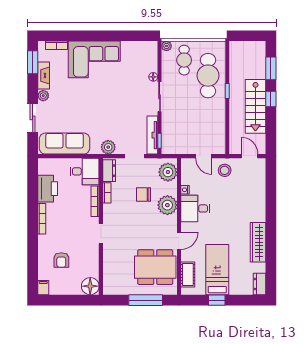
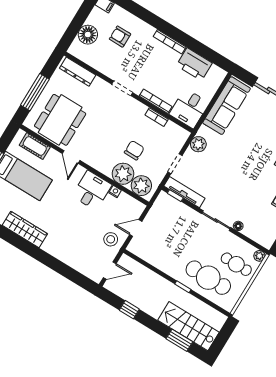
window: (271, 99) -> (129, 310), moved
stairs: (255, 106) -> (188, 326), moved
dresser: (109, 171) -> (78, 72), moved, width x1.44
plant: (167, 205) -> (123, 174), moved
floor lamp: (90, 286) -> (88, 35), moved

